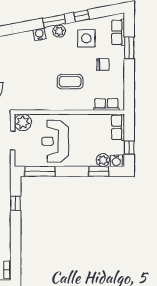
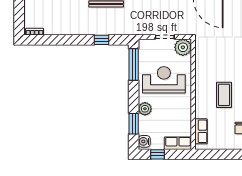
plant: (103, 160) -> (145, 109), moved

